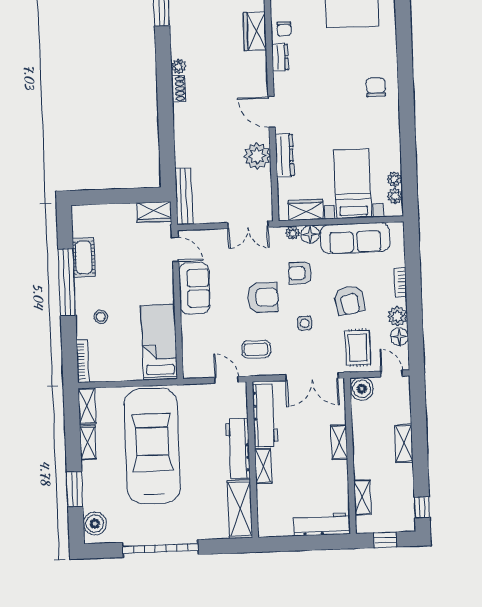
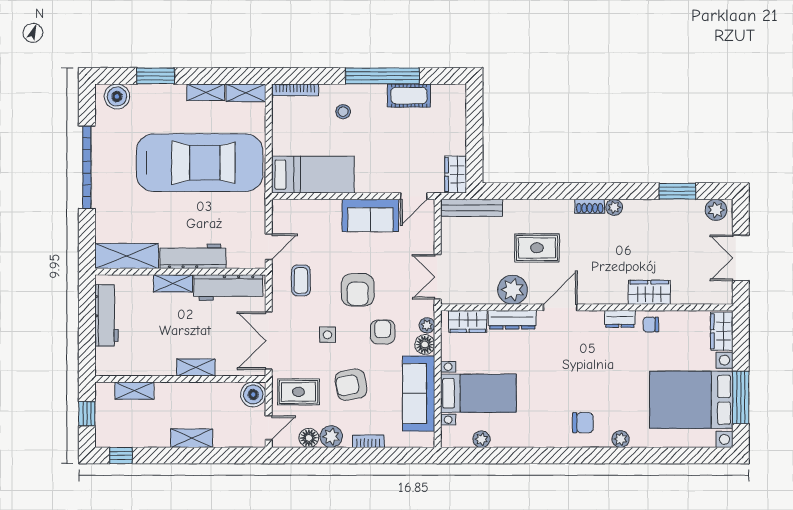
rug: (218, 135) -> (537, 248), added
plant: (395, 196) -> (621, 439), moved
wardrobe: (306, 210) -> (468, 321), moved, turned 90
workbench: (322, 524) -> (106, 315), moved

